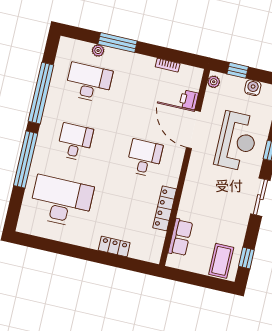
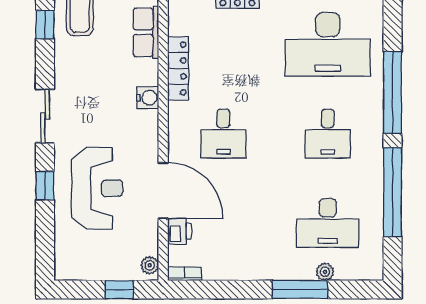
bookcase: (168, 65) -> (185, 274), moved
water cooler: (253, 88) -> (148, 98), moved, turned -90
reception desk: (237, 141) -> (97, 188), turned 180

